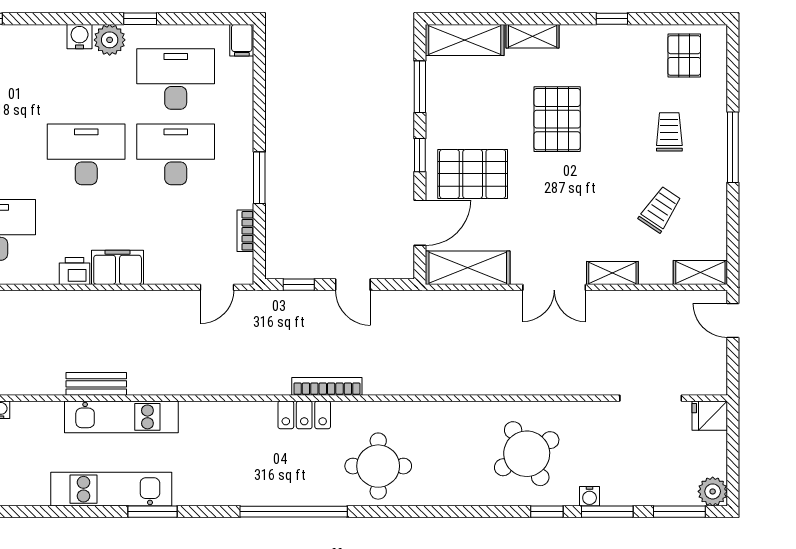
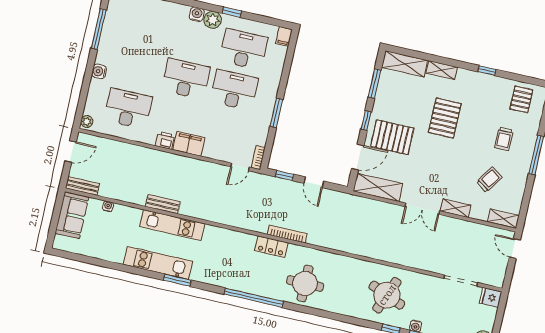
trolley: (669, 132) -> (504, 139), turned 180
bookcase: (245, 231) -> (258, 158), moved
round table: (527, 454) -> (387, 295), turned -38

